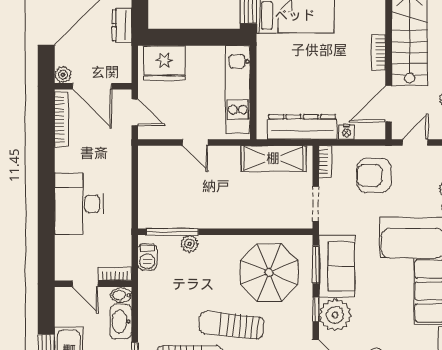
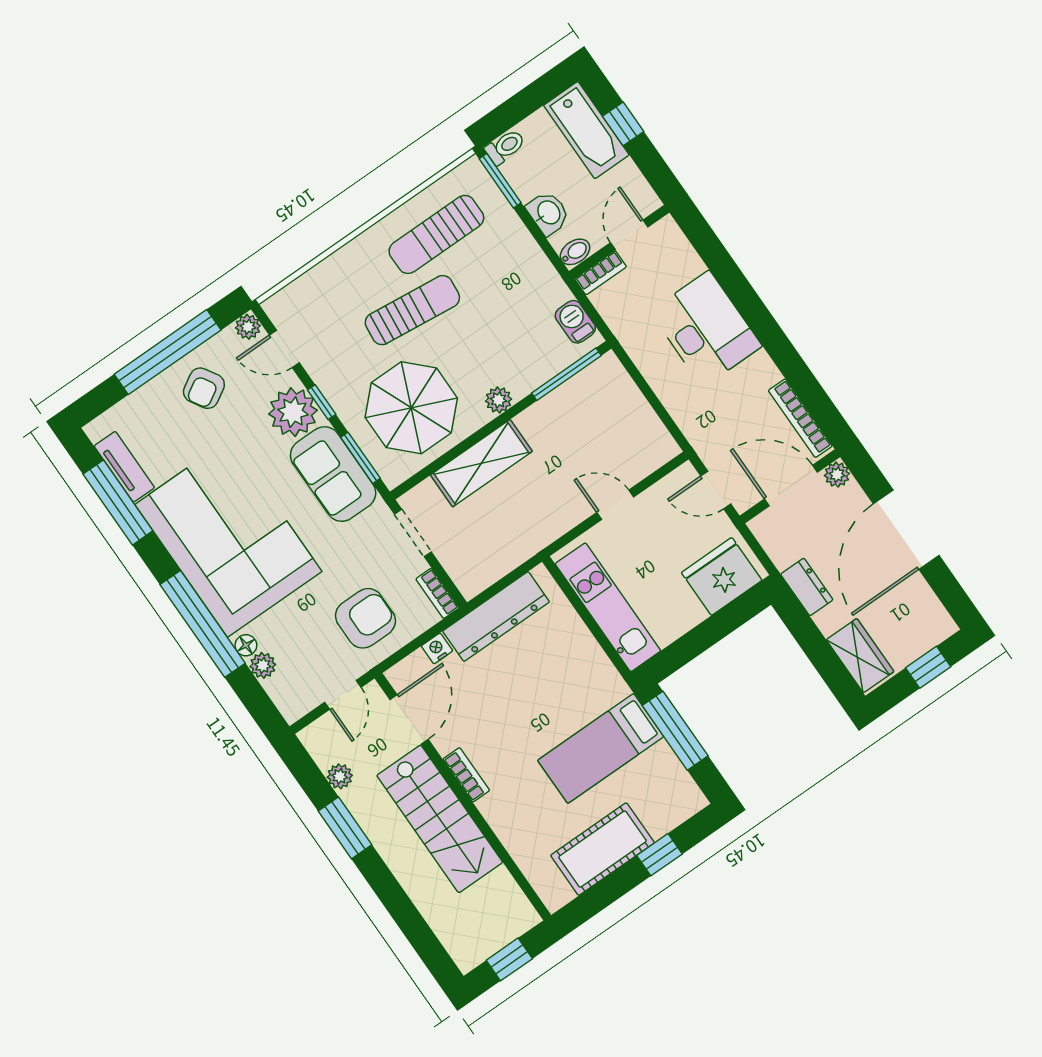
shelving: (273, 158) -> (481, 463), moved
plant: (190, 244) -> (498, 400), moved
door: (85, 284) -> (629, 235), hinge flipped
washbasin: (121, 322) -> (548, 213), width x0.72

